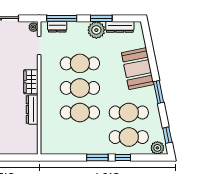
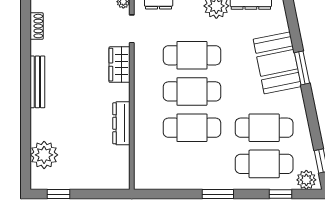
wardrobe: (31, 82) -> (120, 65), moved
window: (159, 92) -> (302, 68), moved
window: (123, 157) -> (281, 194), moved

